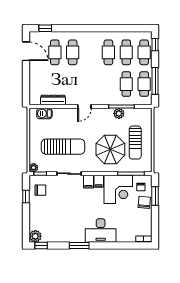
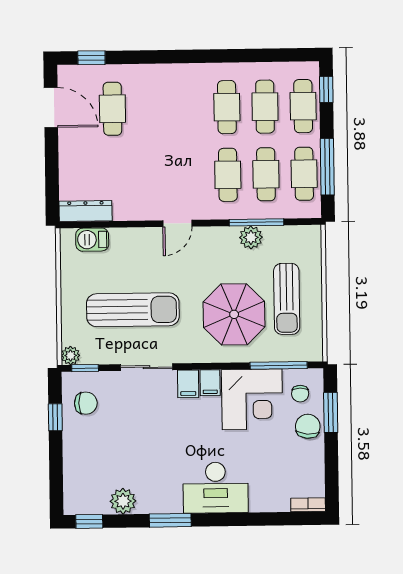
cafe table: (73, 52) -> (228, 175), moved
dresser: (53, 100) -> (85, 211), moved
plant: (35, 236) -> (123, 501), moved

